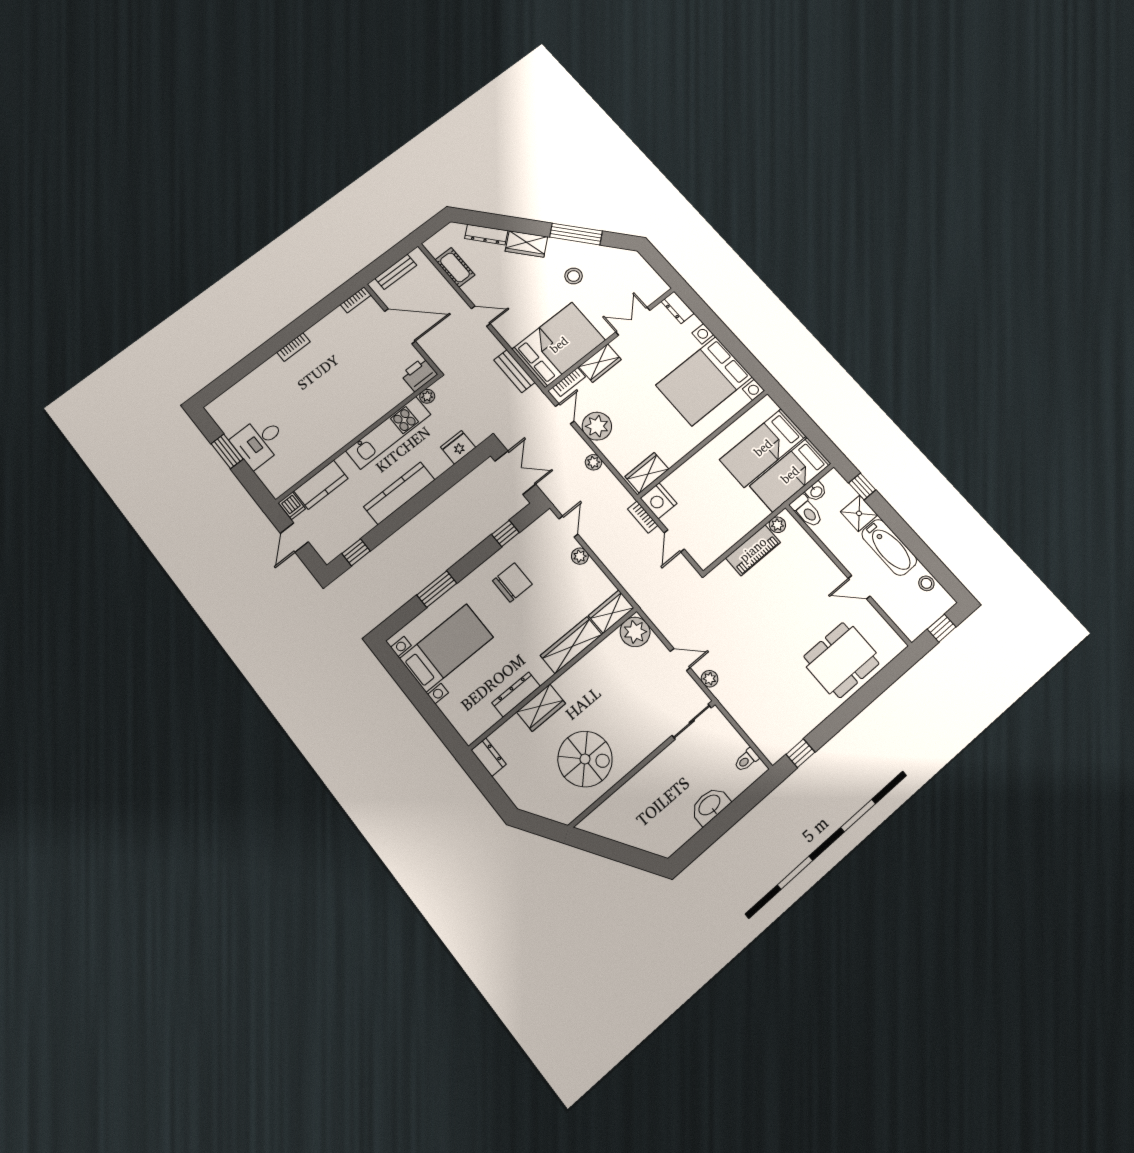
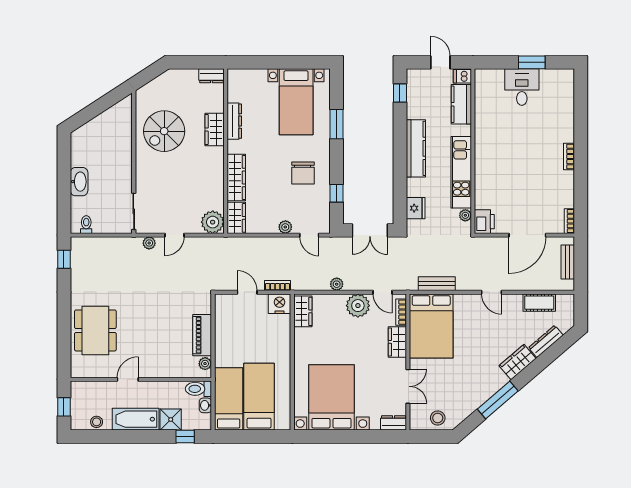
stool: (574, 276) -> (438, 418), moved
door: (481, 316) -> (492, 292), hinge flipped

